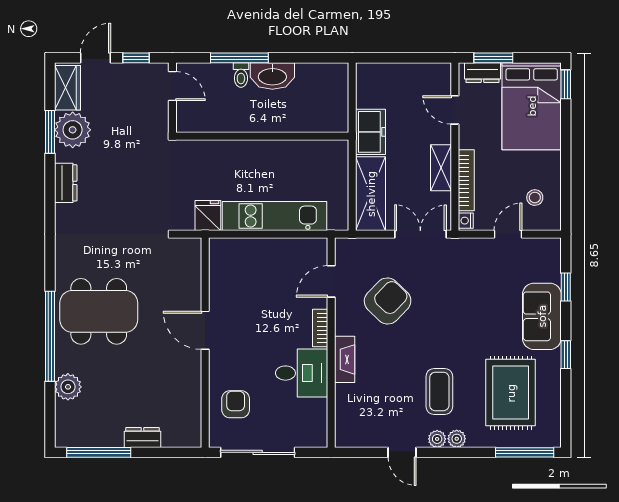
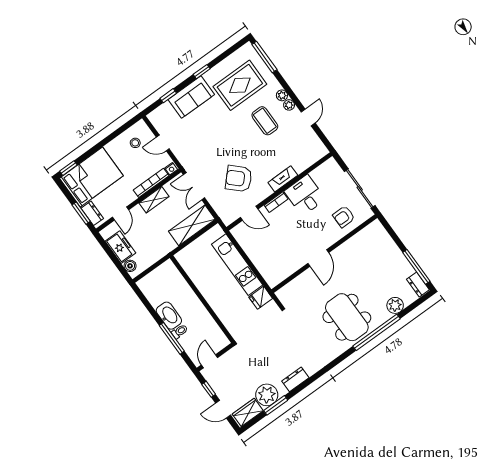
boiler: (376, 72) -> (130, 266), added
freezer: (371, 132) -> (120, 247), moved, turned 90
coffee table: (439, 391) -> (265, 121), turned 90
dresser: (142, 438) -> (418, 284), moved

